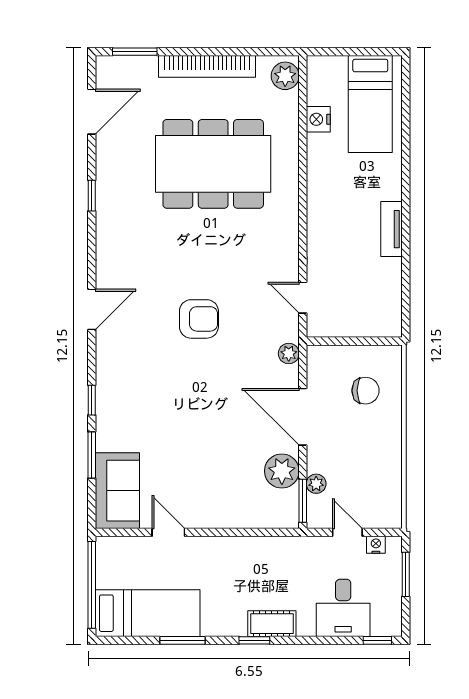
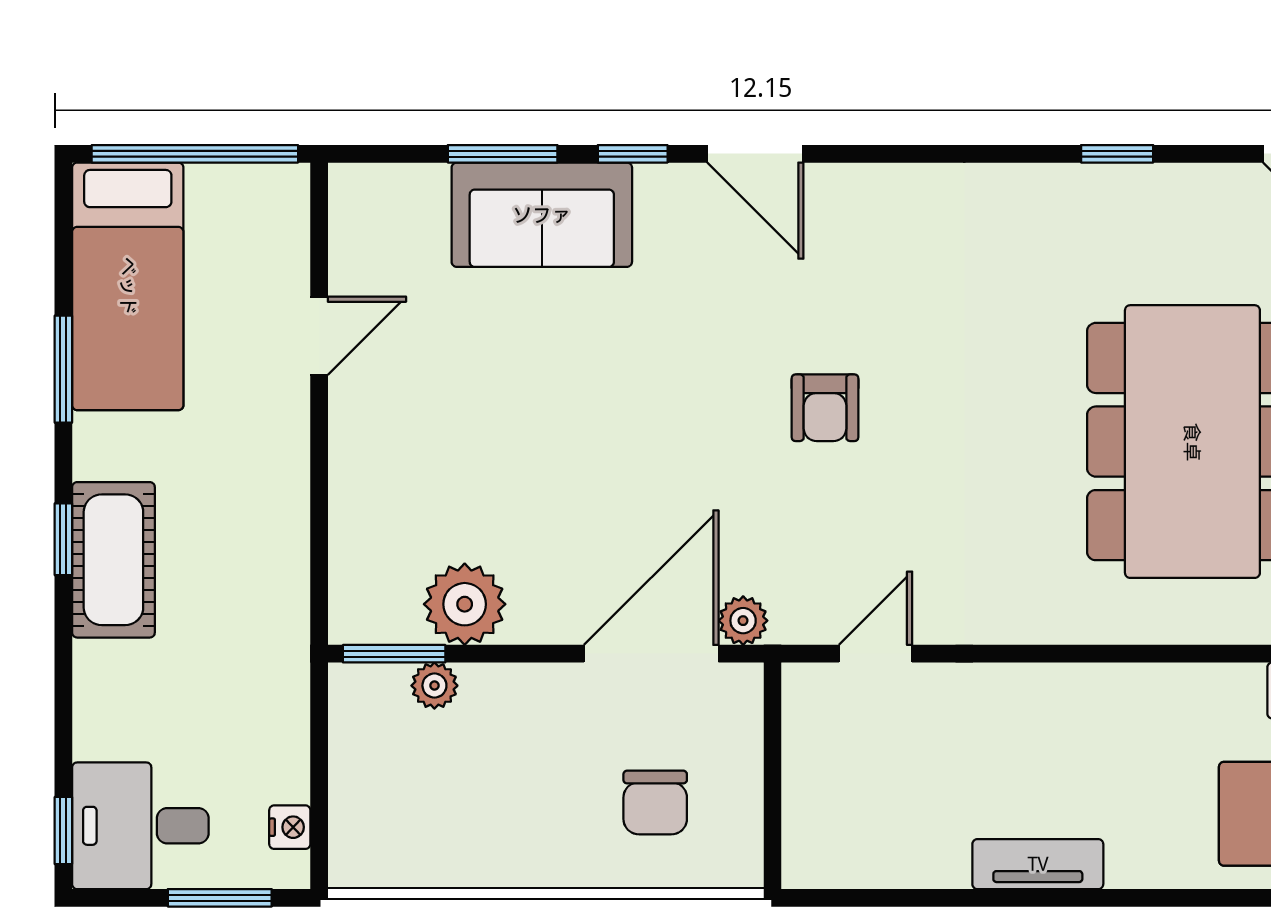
door: (92, 309) -> (755, 154), moved
armchair: (199, 319) -> (825, 408), width x0.72, depth x0.72
door: (303, 417) -> (651, 654), moved
sofa: (117, 491) -> (542, 215), moved
door: (347, 532) -> (319, 760), removed
desk: (343, 608) -> (140, 826), moved
cot: (272, 624) -> (113, 560), width x1.37, depth x1.34

